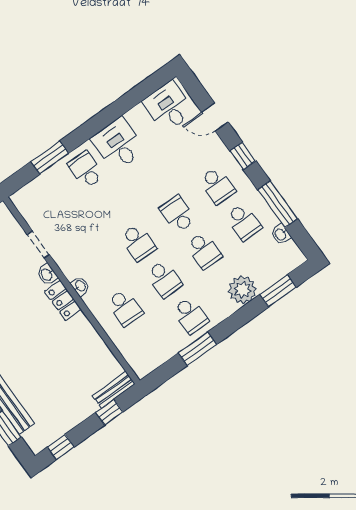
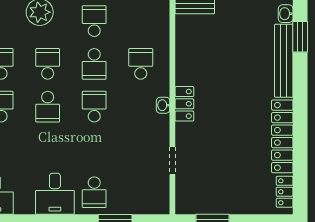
washbasin: (47, 274) -> (286, 14), moved, turned 180
school desk: (164, 279) -> (94, 64), turned 180

